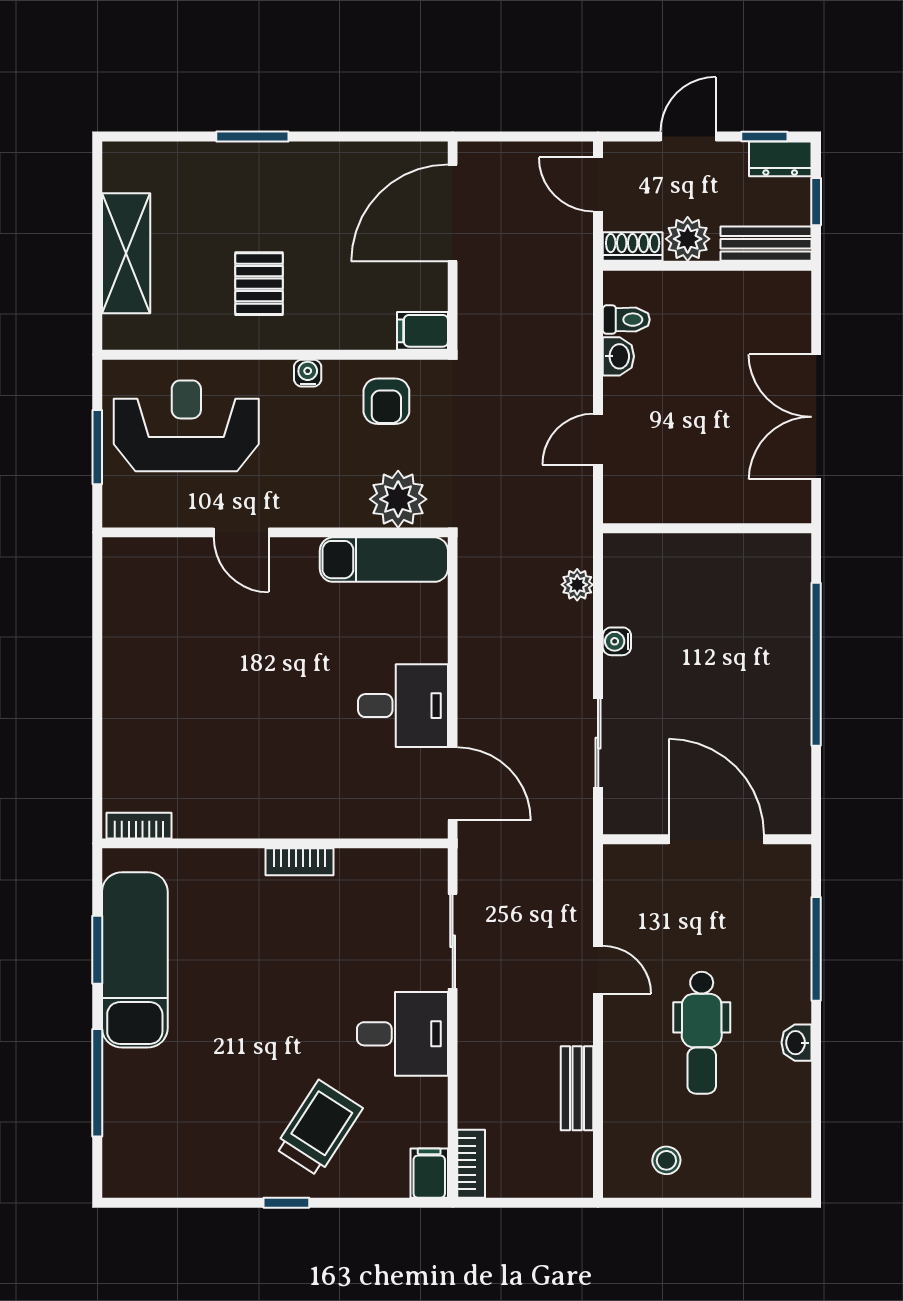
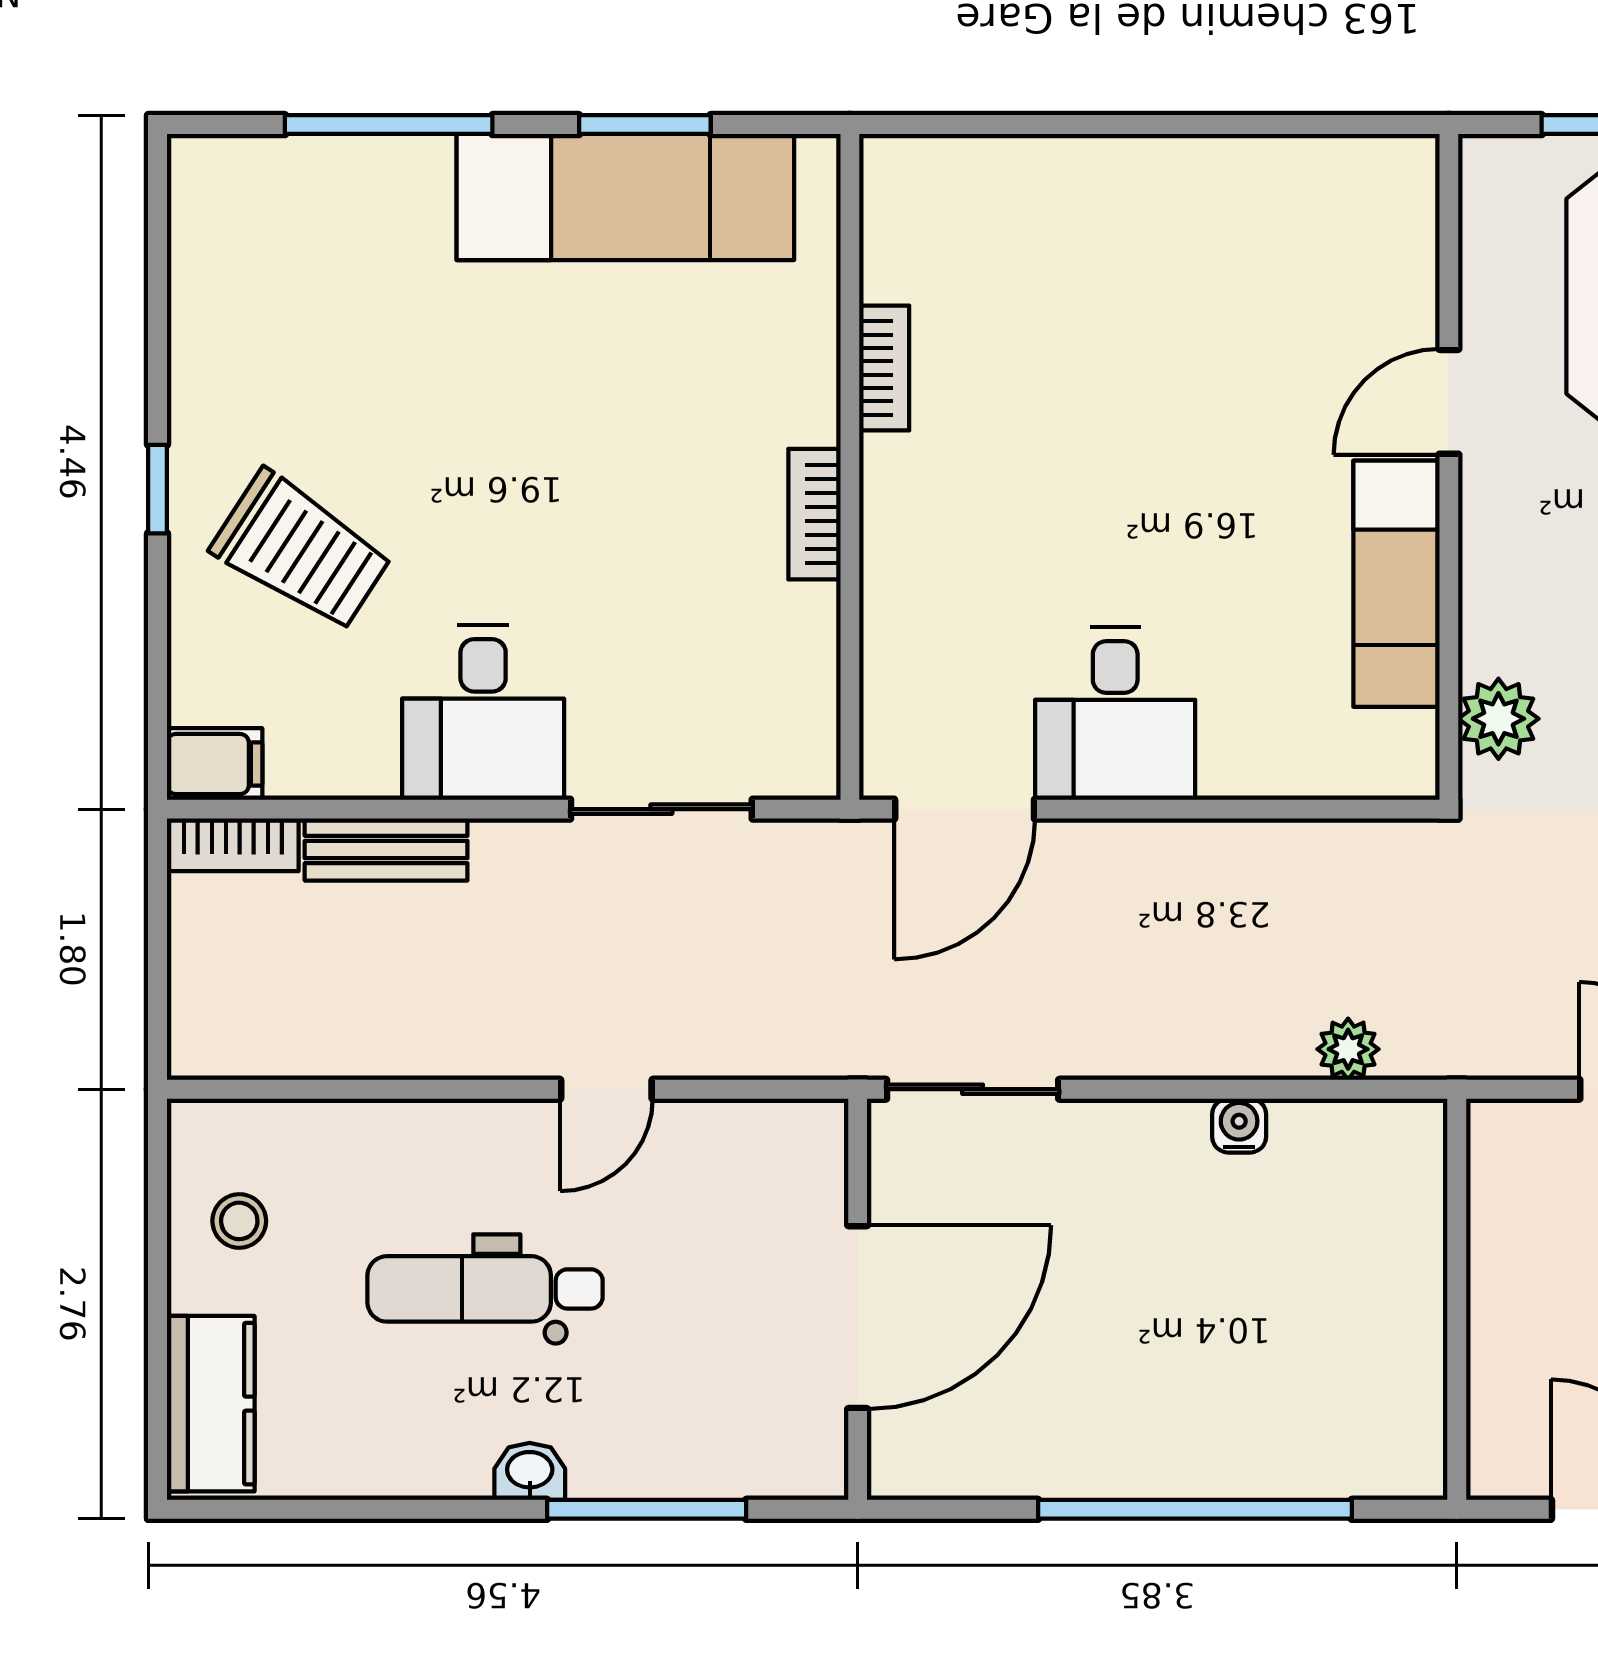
plant: (398, 499) -> (1498, 719), width x0.73, depth x0.73
exam couch: (384, 560) -> (1396, 584), moved
sliding door: (598, 743) -> (973, 1089), moved
bookcase: (139, 826) -> (884, 368), moved
washbasin: (796, 1043) -> (530, 1471), moved
bench: (577, 1088) -> (386, 850), moved
kitchen counter: (761, 1175) -> (211, 1404), added

